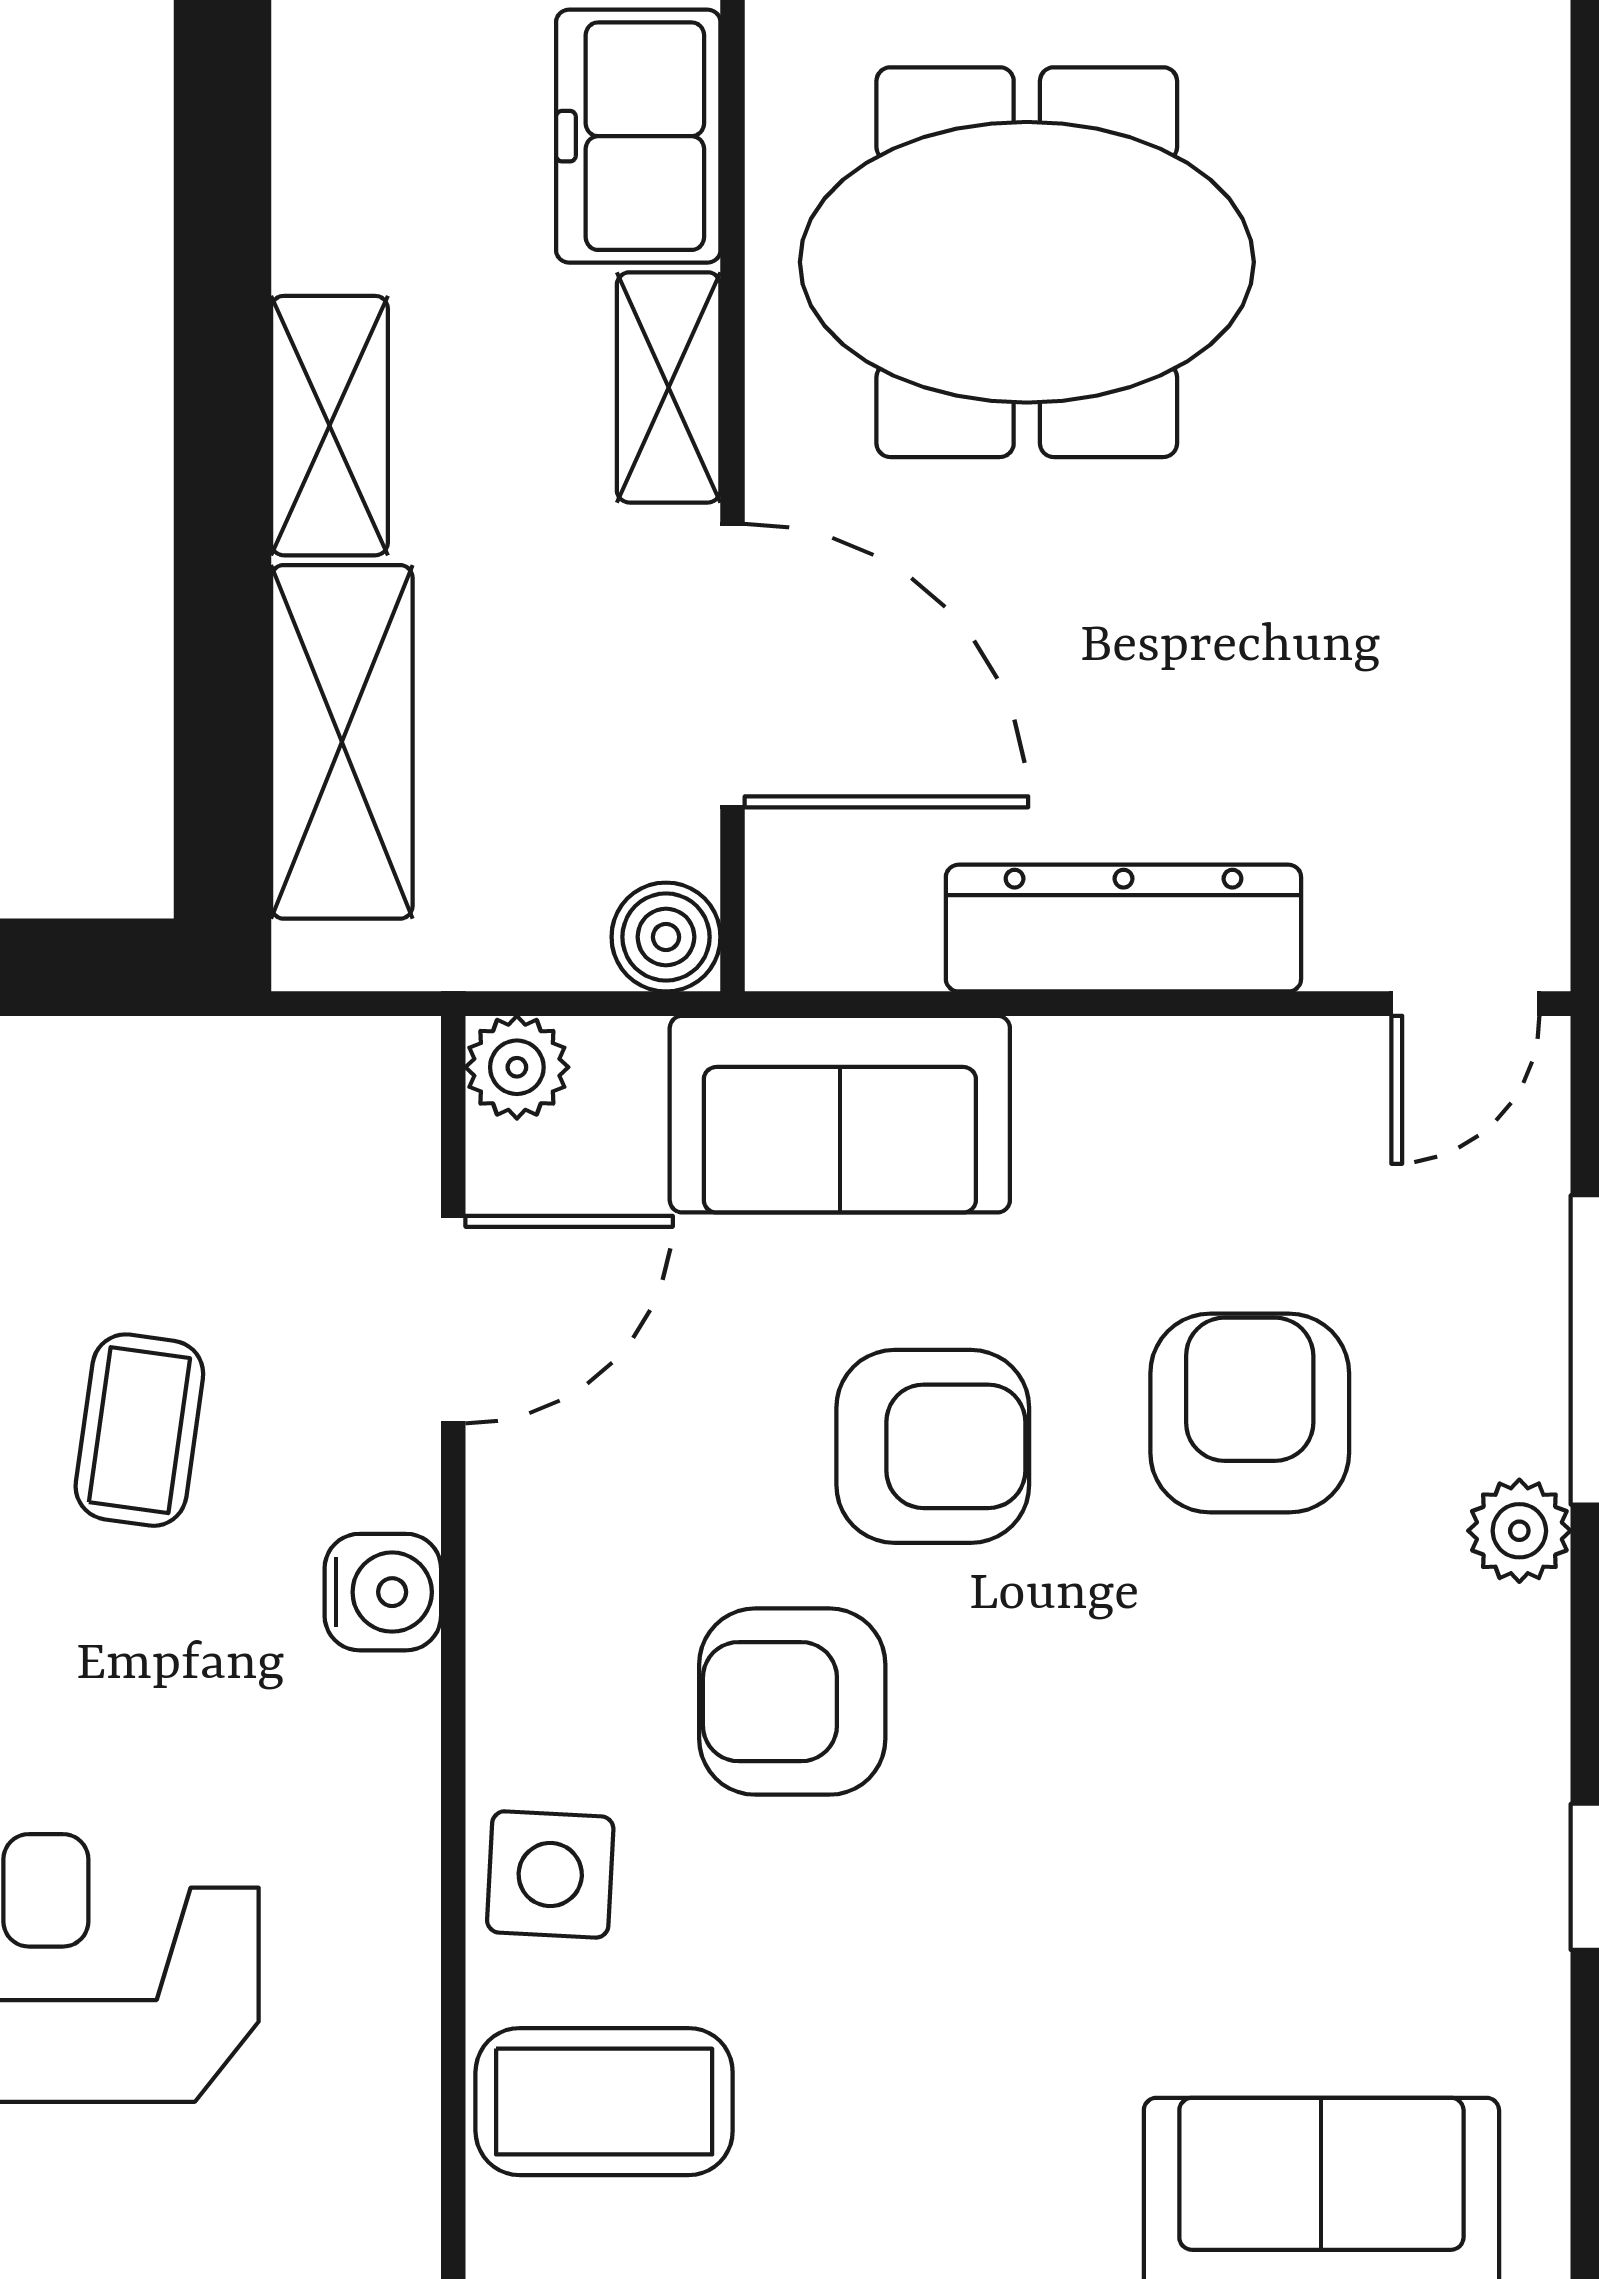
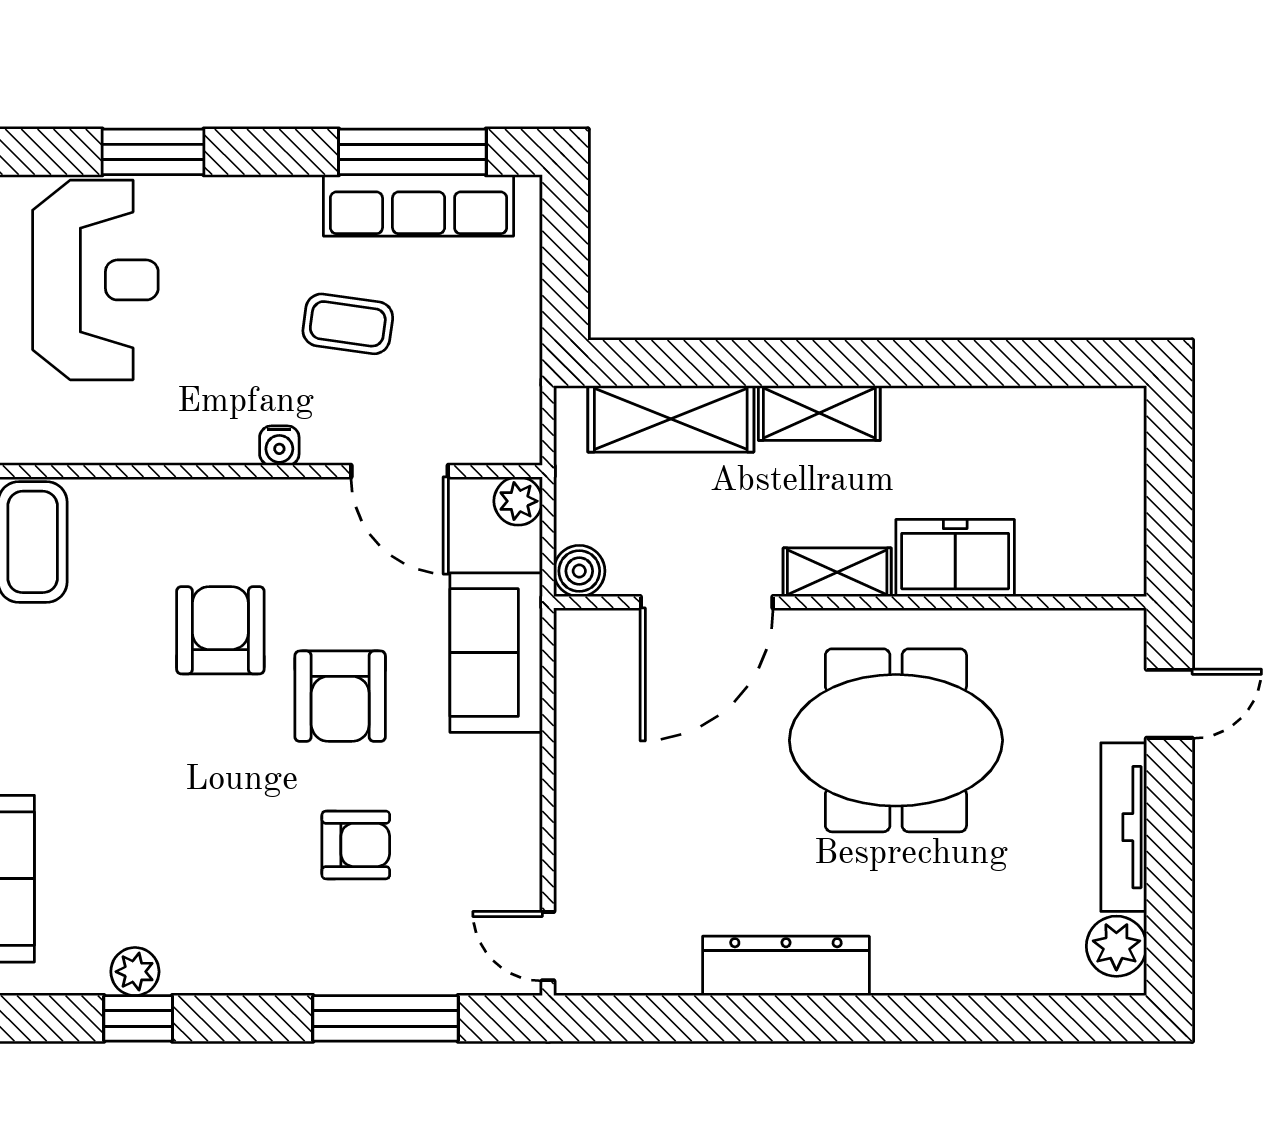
meeting table: (1027, 262) -> (896, 740), turned 90
dresser: (1123, 928) -> (786, 966), moved, turned -90
armchair: (1250, 1413) -> (356, 845), width x0.72, depth x0.72
plant: (1519, 1531) -> (135, 972), moved
water cooler: (383, 1592) -> (279, 446), width x0.72, depth x0.72
side table: (550, 1874) -> (139, 517), removed

